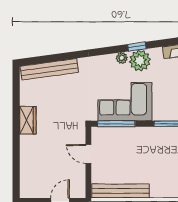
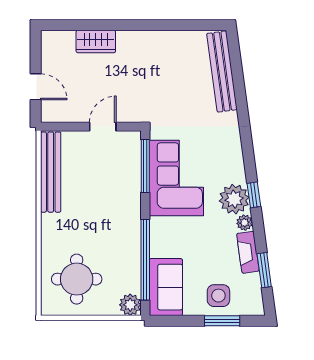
plant: (122, 58) -> (245, 223), moved
wardrobe: (28, 120) -> (96, 41), moved

